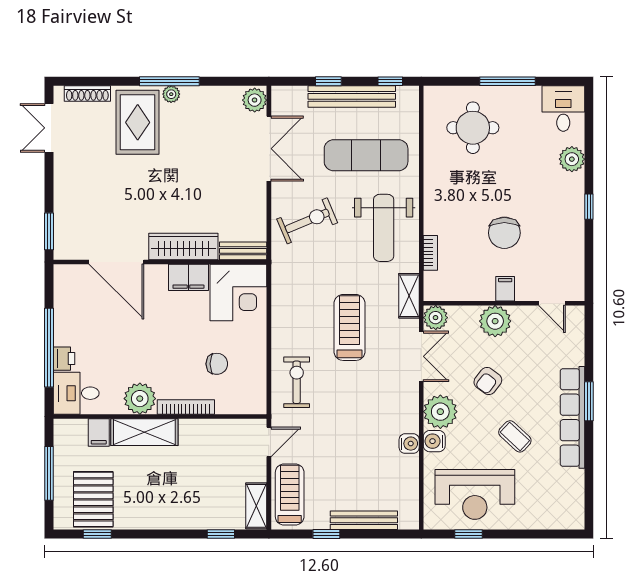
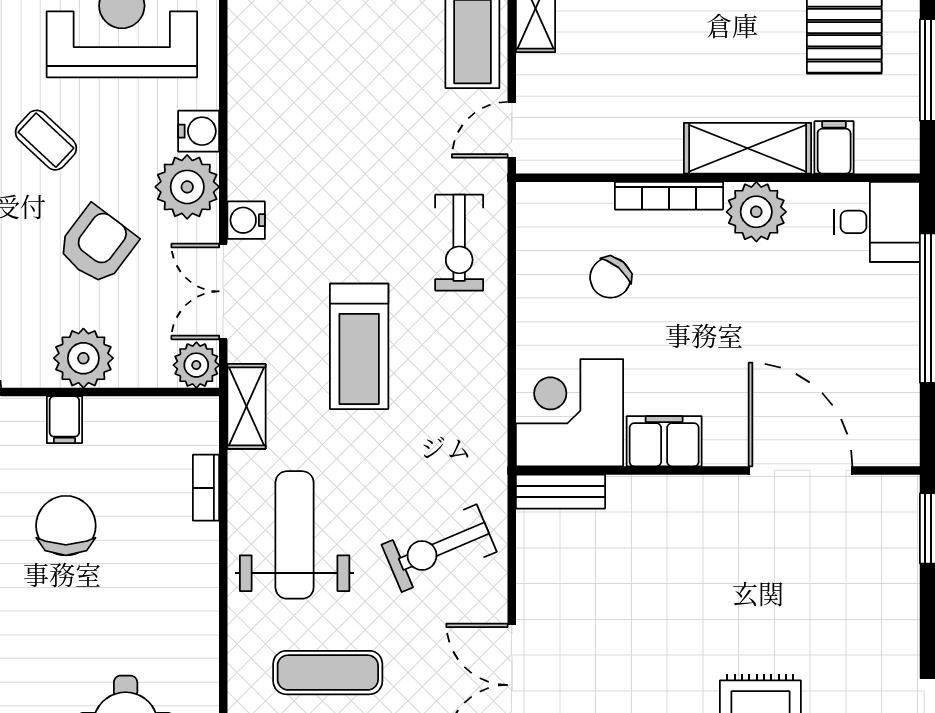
exercise mat: (366, 155) -> (328, 673), width x0.73, depth x0.69
wardrobe: (183, 246) -> (674, 500), removed
printer: (64, 359) -> (900, 287), removed
chair: (217, 364) -> (610, 278), turned -50
armchair: (488, 381) -> (97, 245), width x1.38, depth x1.38
water cooler: (409, 444) -> (246, 220), moved

